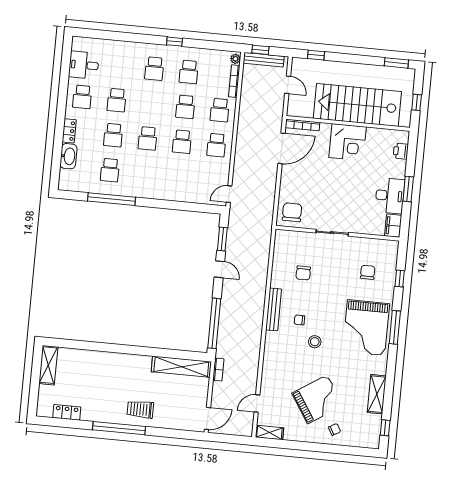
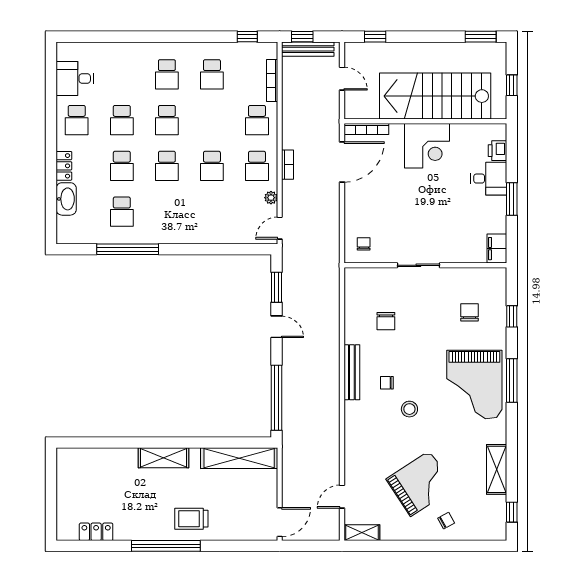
window: (175, 42) -> (247, 37), moved
plant: (235, 59) -> (271, 198), moved
school desk: (185, 107) -> (167, 120), moved
desk: (390, 196) -> (489, 179), moved, width x0.73
chair: (292, 212) -> (364, 244), width x0.54, depth x0.54
shelving: (48, 365) -> (164, 458), moved, turned 90
bookcase: (218, 370) -> (288, 165), moved

